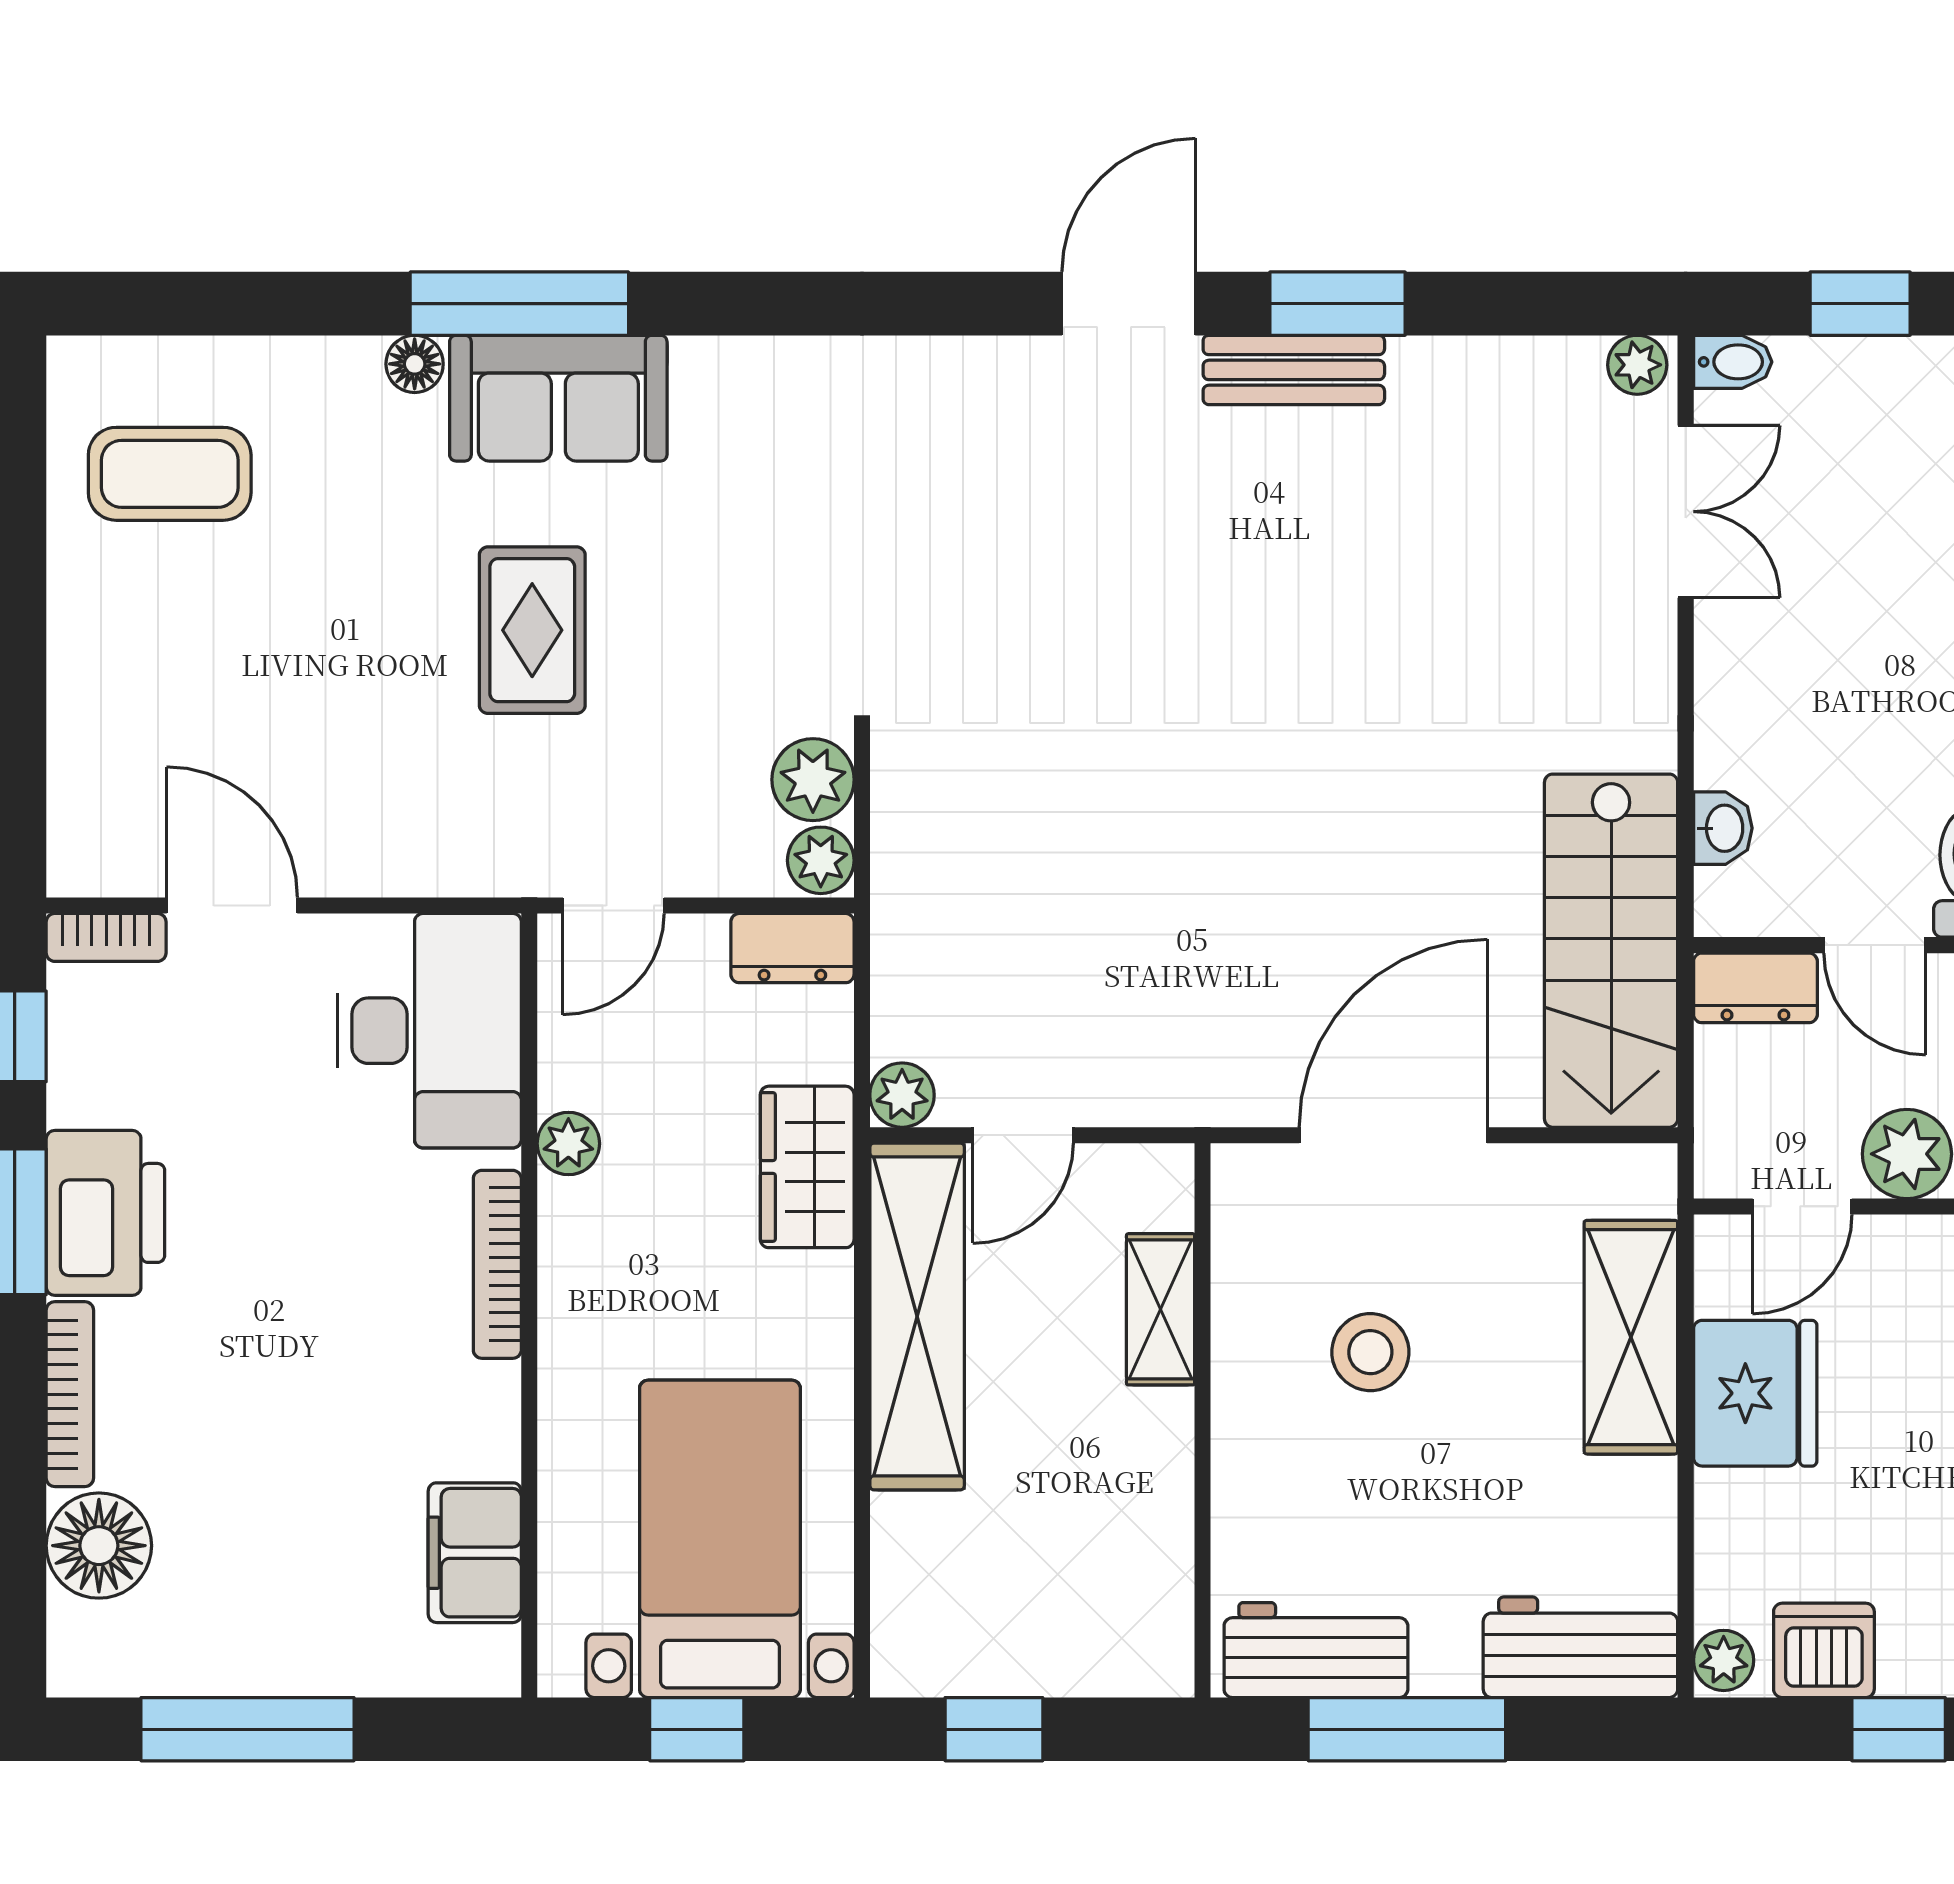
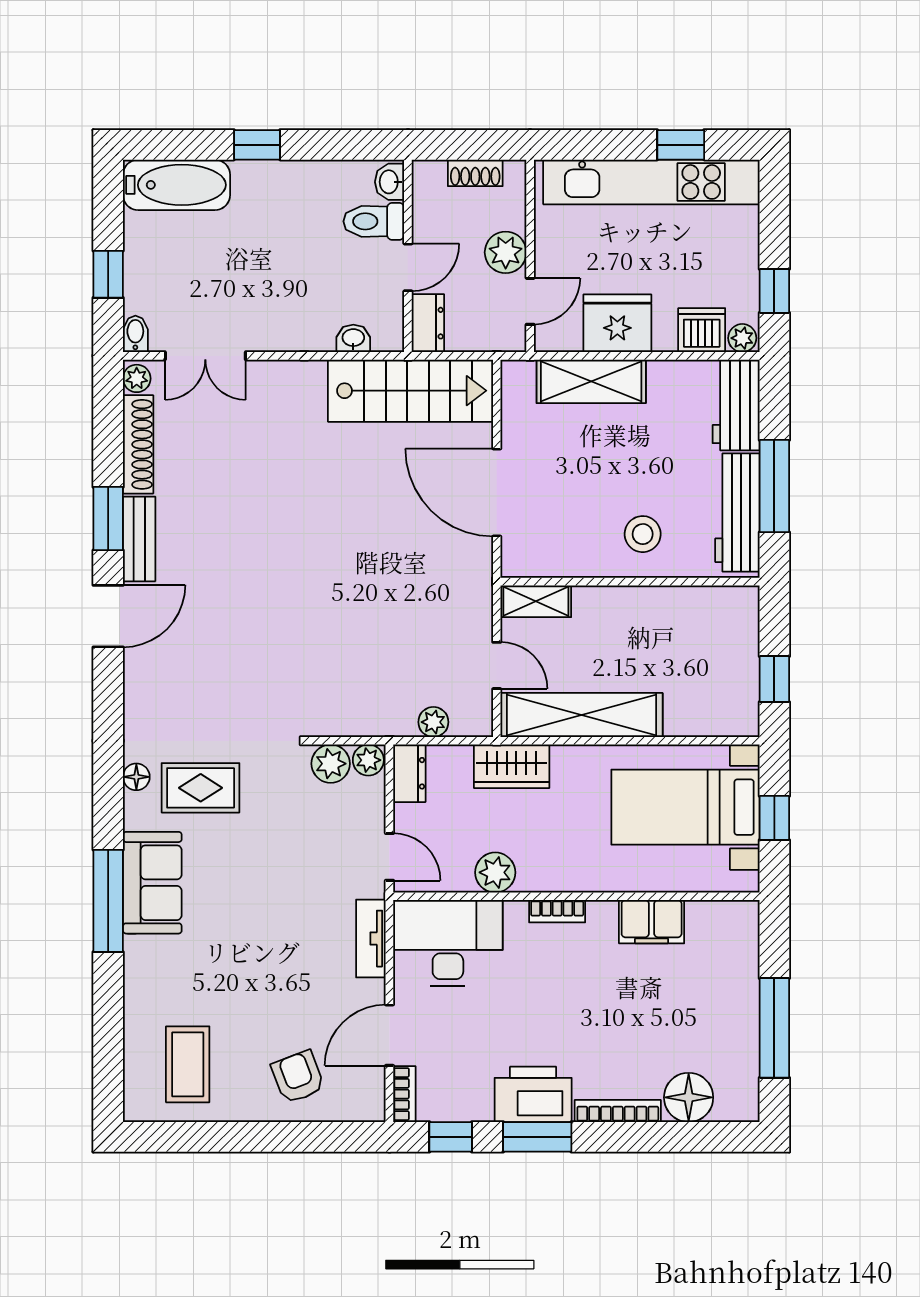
door: (1129, 304) -> (108, 616), swing flipped
floor lamp: (415, 364) -> (136, 777), moved
shoe rack: (1496, 368) -> (138, 444), added
double door: (1686, 512) -> (205, 356), swing flipped
rug: (532, 630) -> (201, 788), moved
armchair: (143, 710) -> (298, 1077), added
tv unit: (439, 866) -> (371, 939), added
plant: (902, 1095) -> (433, 722), moved
plant: (568, 1144) -> (495, 872), width x1.38, depth x1.38
door: (1802, 1206) -> (530, 301), hinge flipped
bookcase: (497, 1264) -> (557, 911), width x0.64
shelving: (1161, 1309) -> (536, 601), moved
stool: (1370, 1352) -> (643, 534), moved
filing cabinet: (475, 1553) -> (652, 922), moved
workbench: (1316, 1650) -> (737, 512), width x1.38
dishwasher: (1824, 1650) -> (702, 330), moved, turned 90
window: (1899, 1729) -> (774, 291), moved

